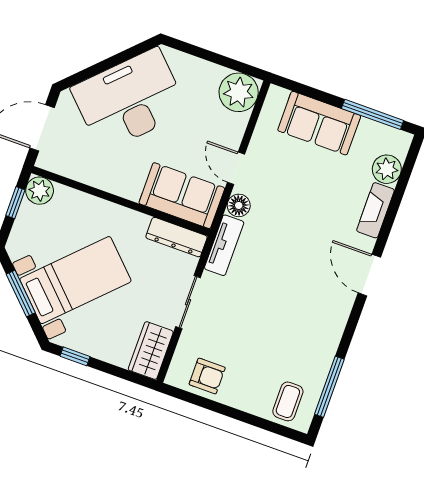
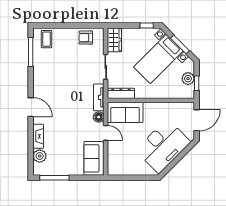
plant: (239, 92) -> (116, 166), removed
sofa: (319, 123) -> (94, 158), moved, turned -90
plant: (40, 191) -> (188, 79), moved

